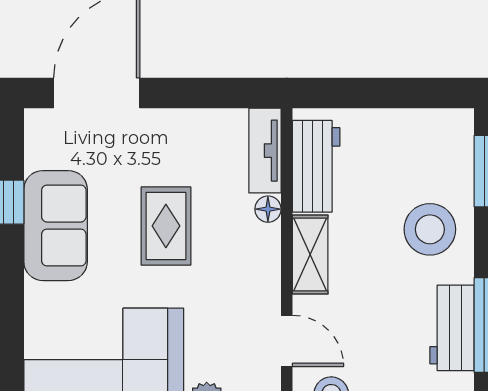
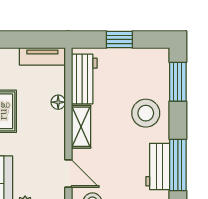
window: (381, 93) -> (119, 39), added
tv unit: (265, 151) -> (42, 56), moved, turned -90

